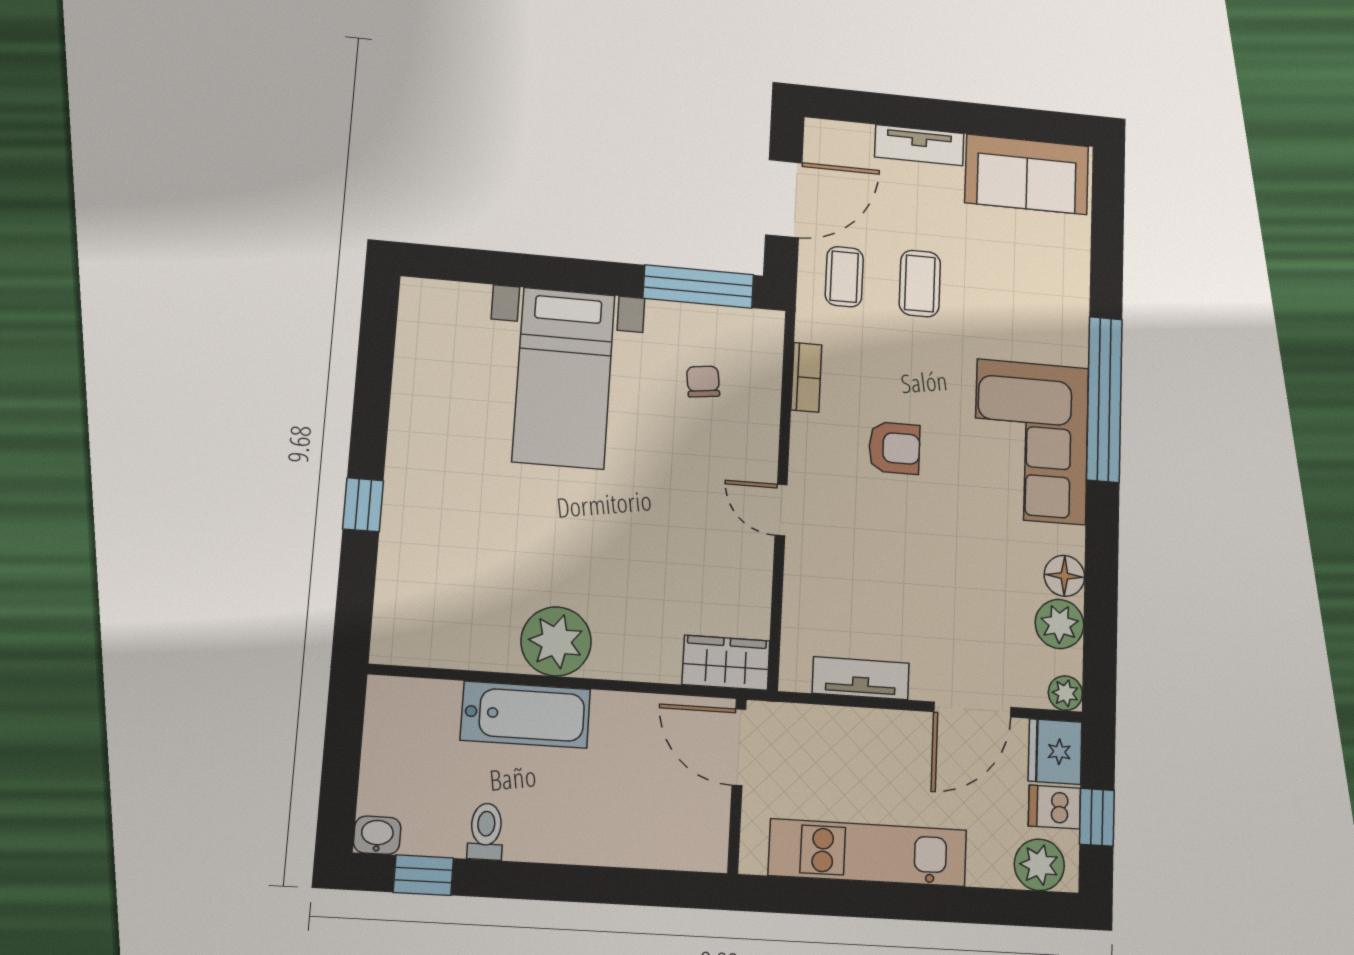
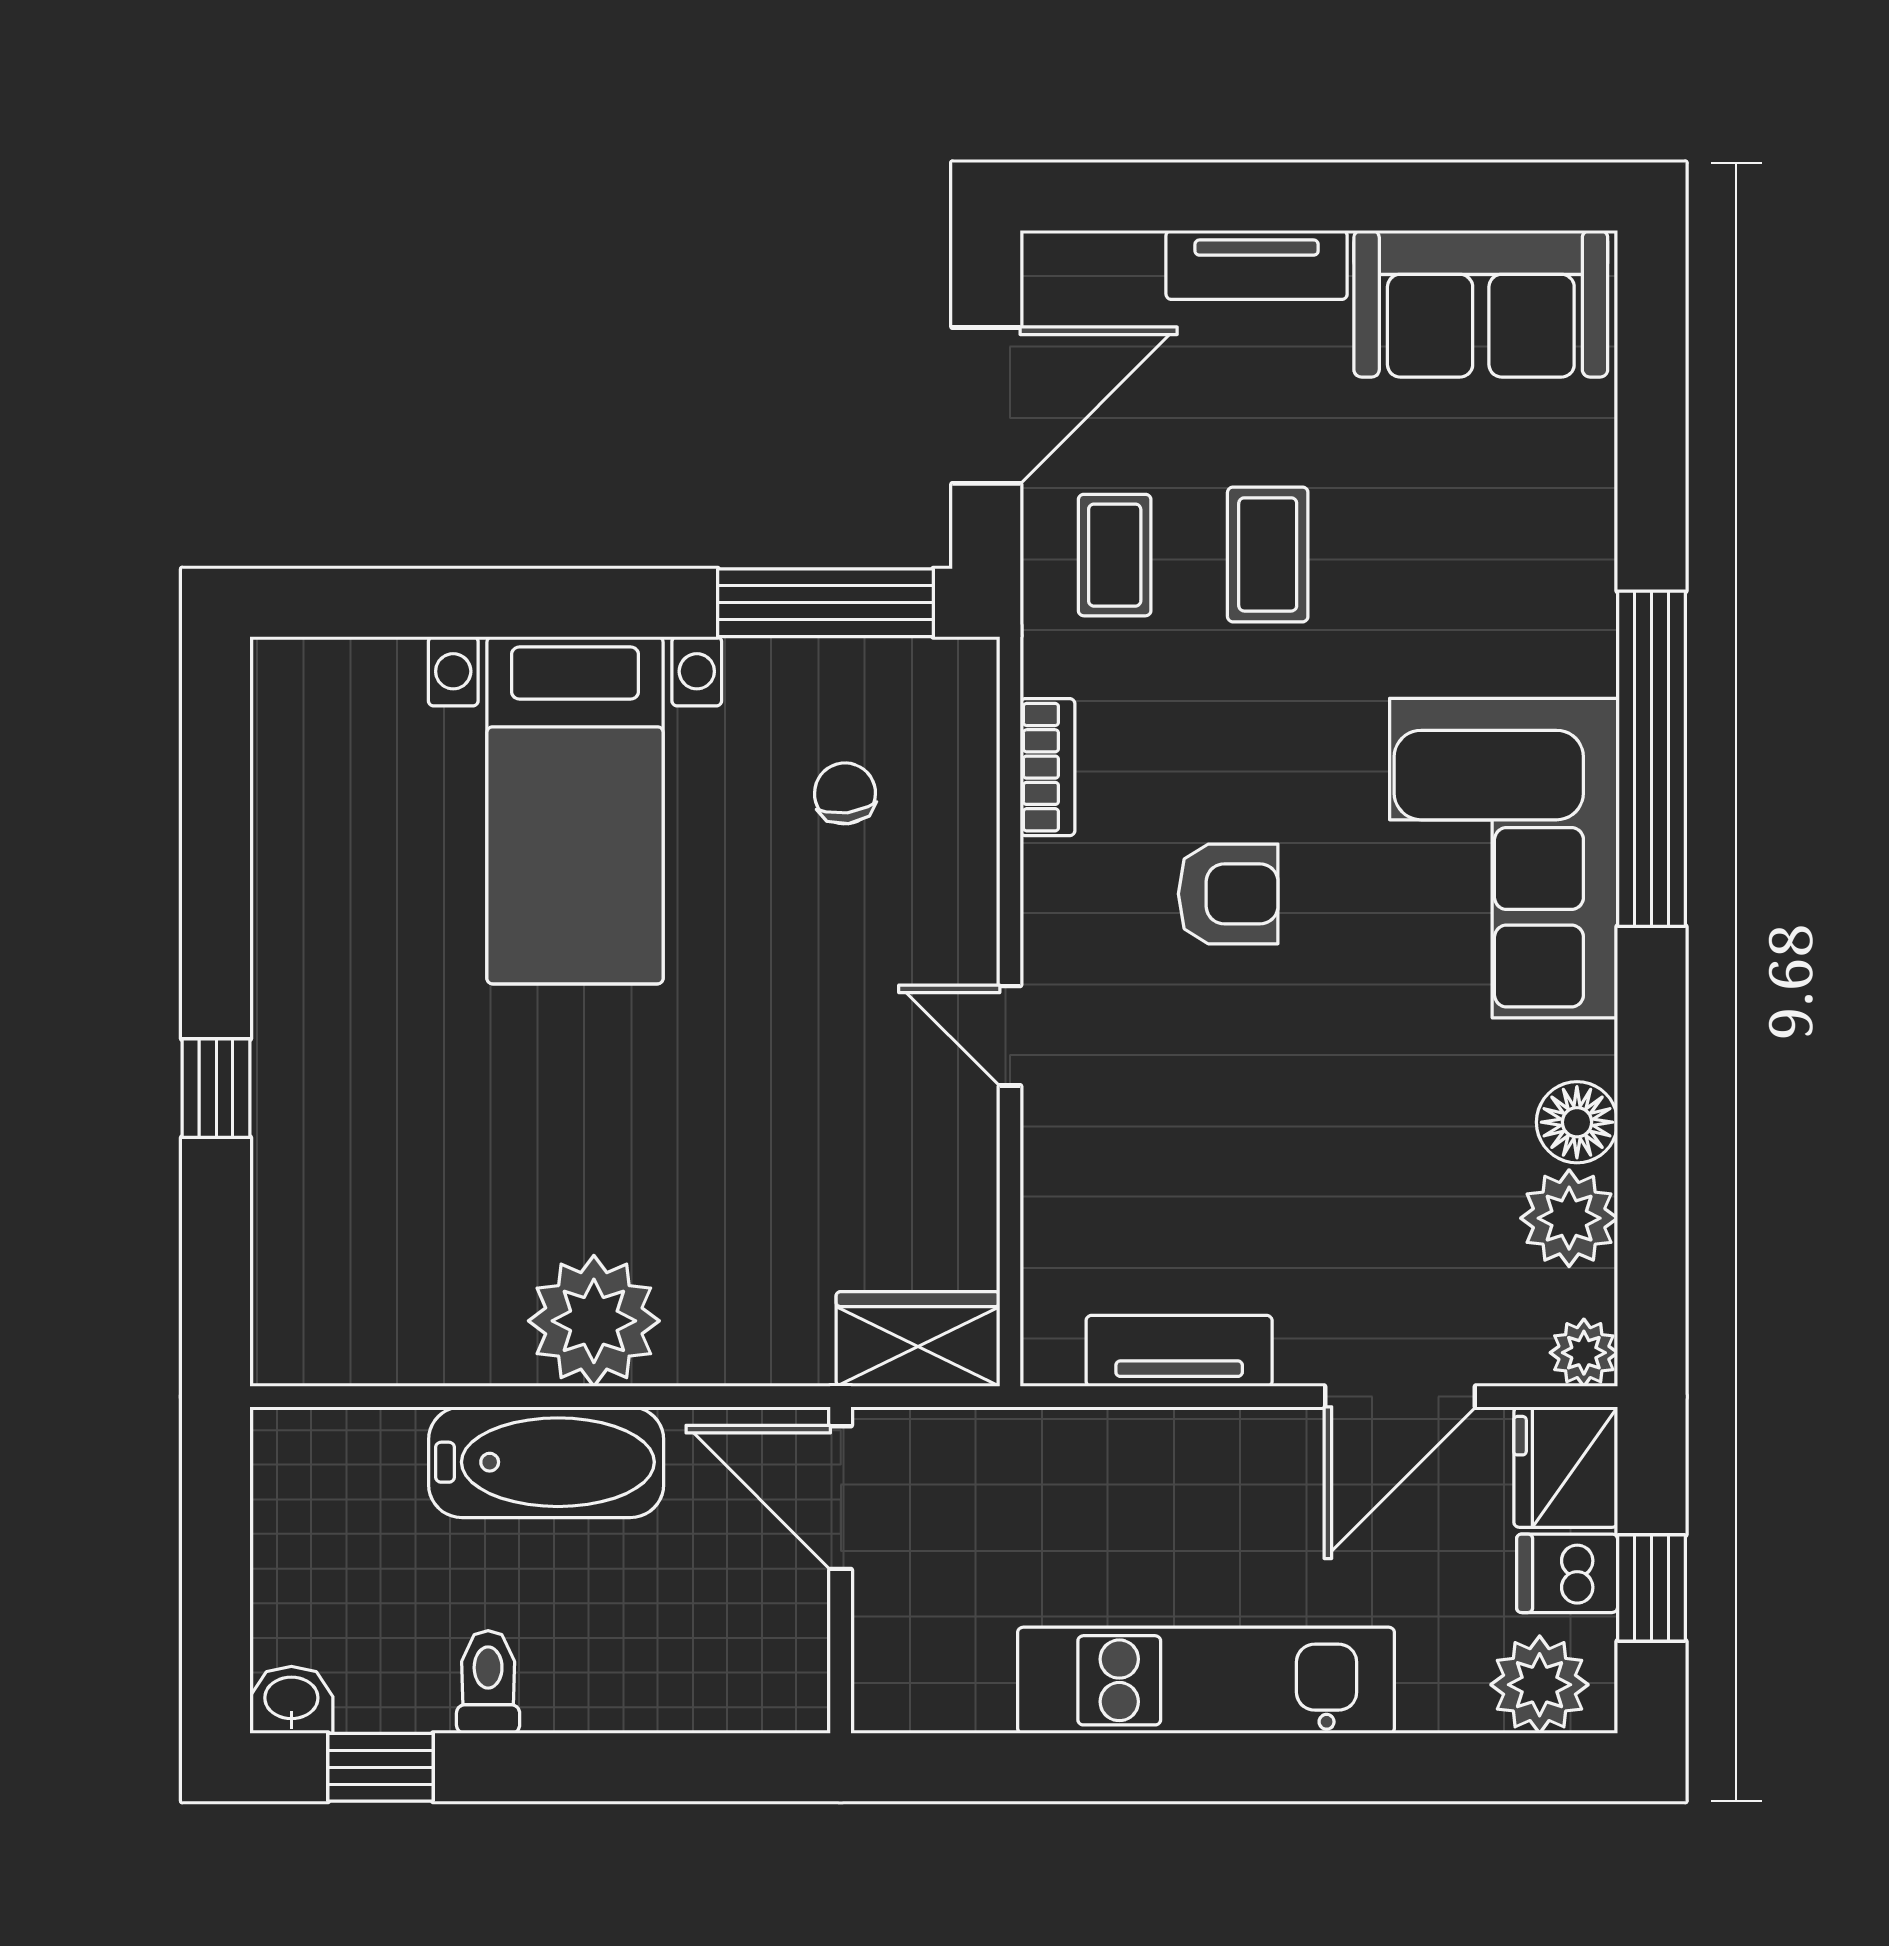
door: (739, 747) -> (841, 1498), moved
wall: (737, 786) -> (841, 1570), moved

